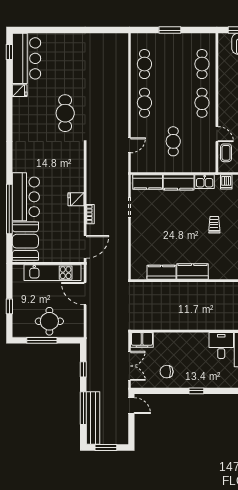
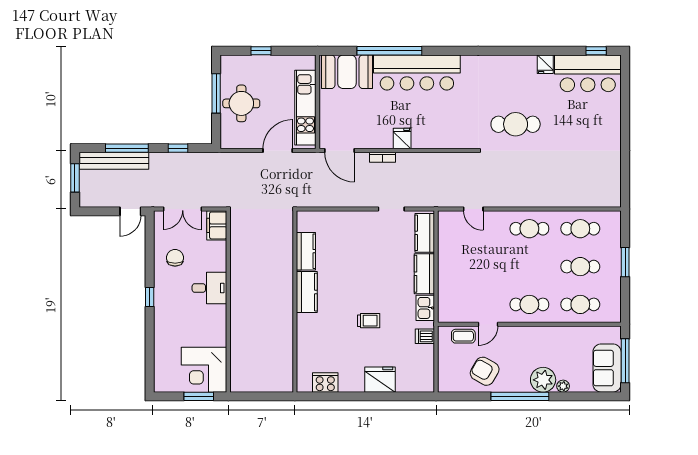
cafe table: (173, 141) -> (580, 267), moved
bar counter: (26, 197) -> (417, 72), width x1.36
desk: (221, 345) -> (209, 288), moved

